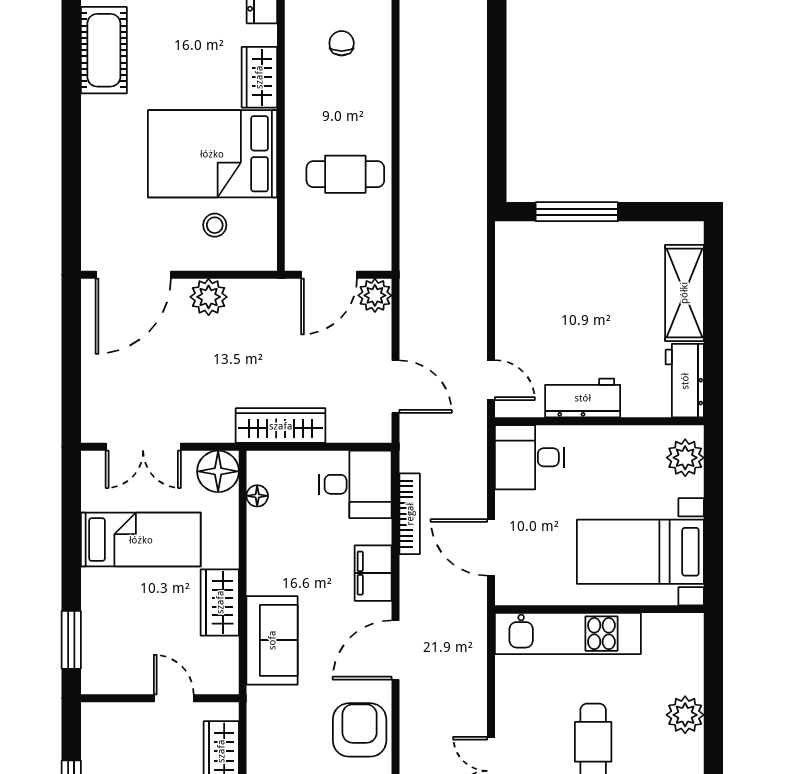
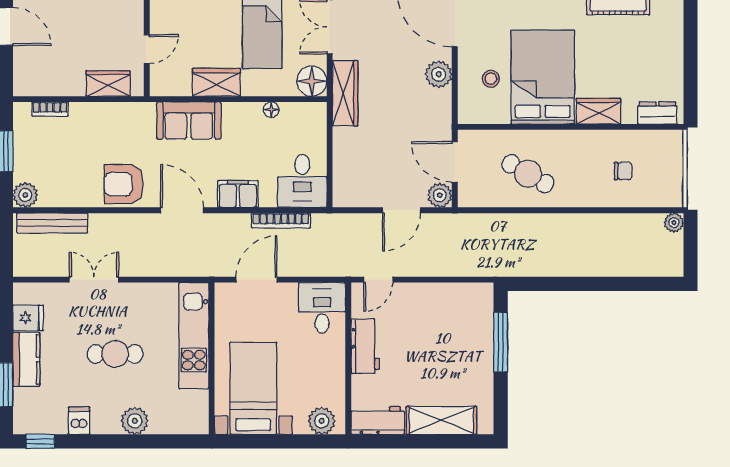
cafe table: (345, 174) -> (528, 174), turned -60
door: (396, 387) -> (401, 210), moved
wardrobe: (281, 426) -> (345, 93), moved
floor lamp: (257, 496) -> (271, 110), moved
armchair: (360, 730) -> (124, 184), turned 180

